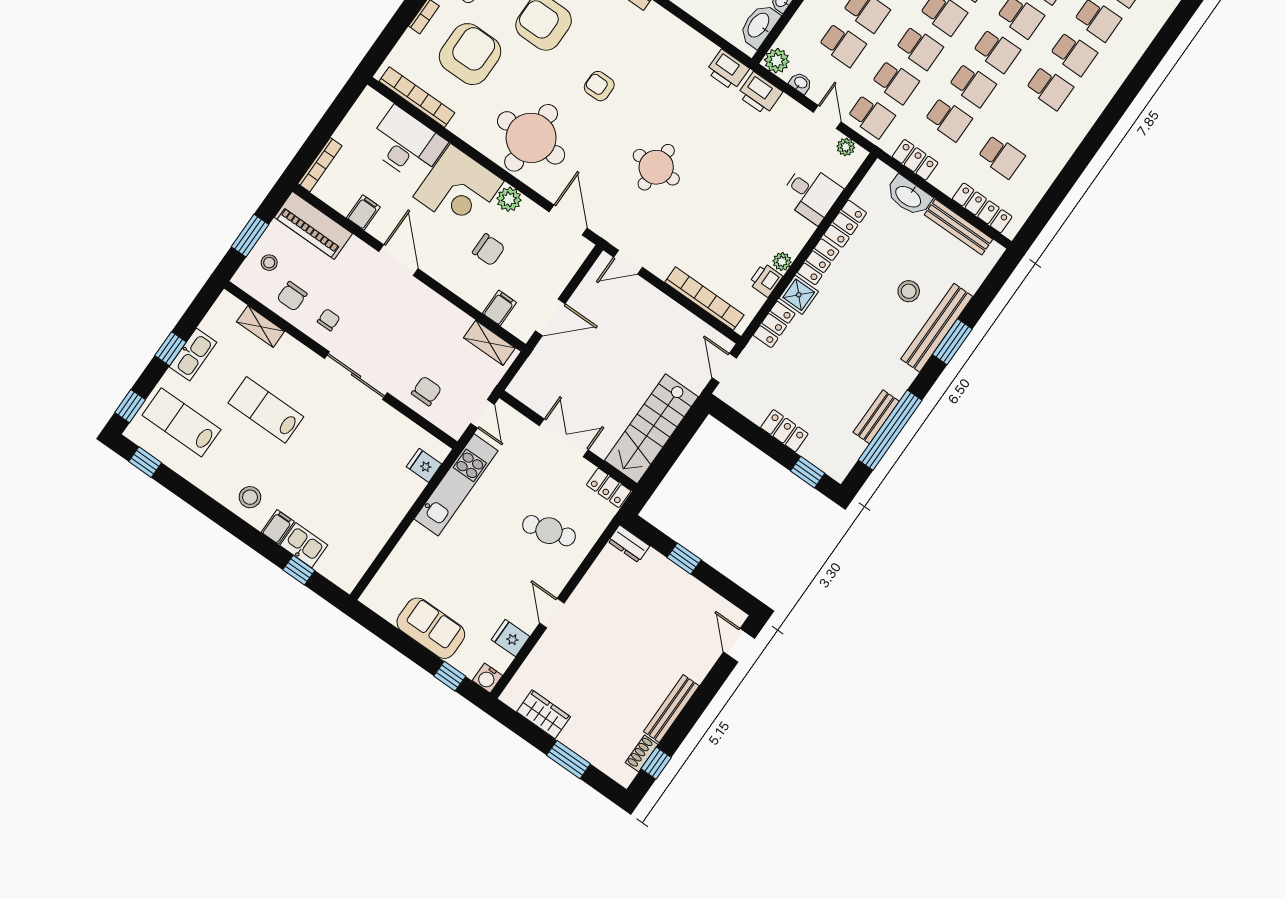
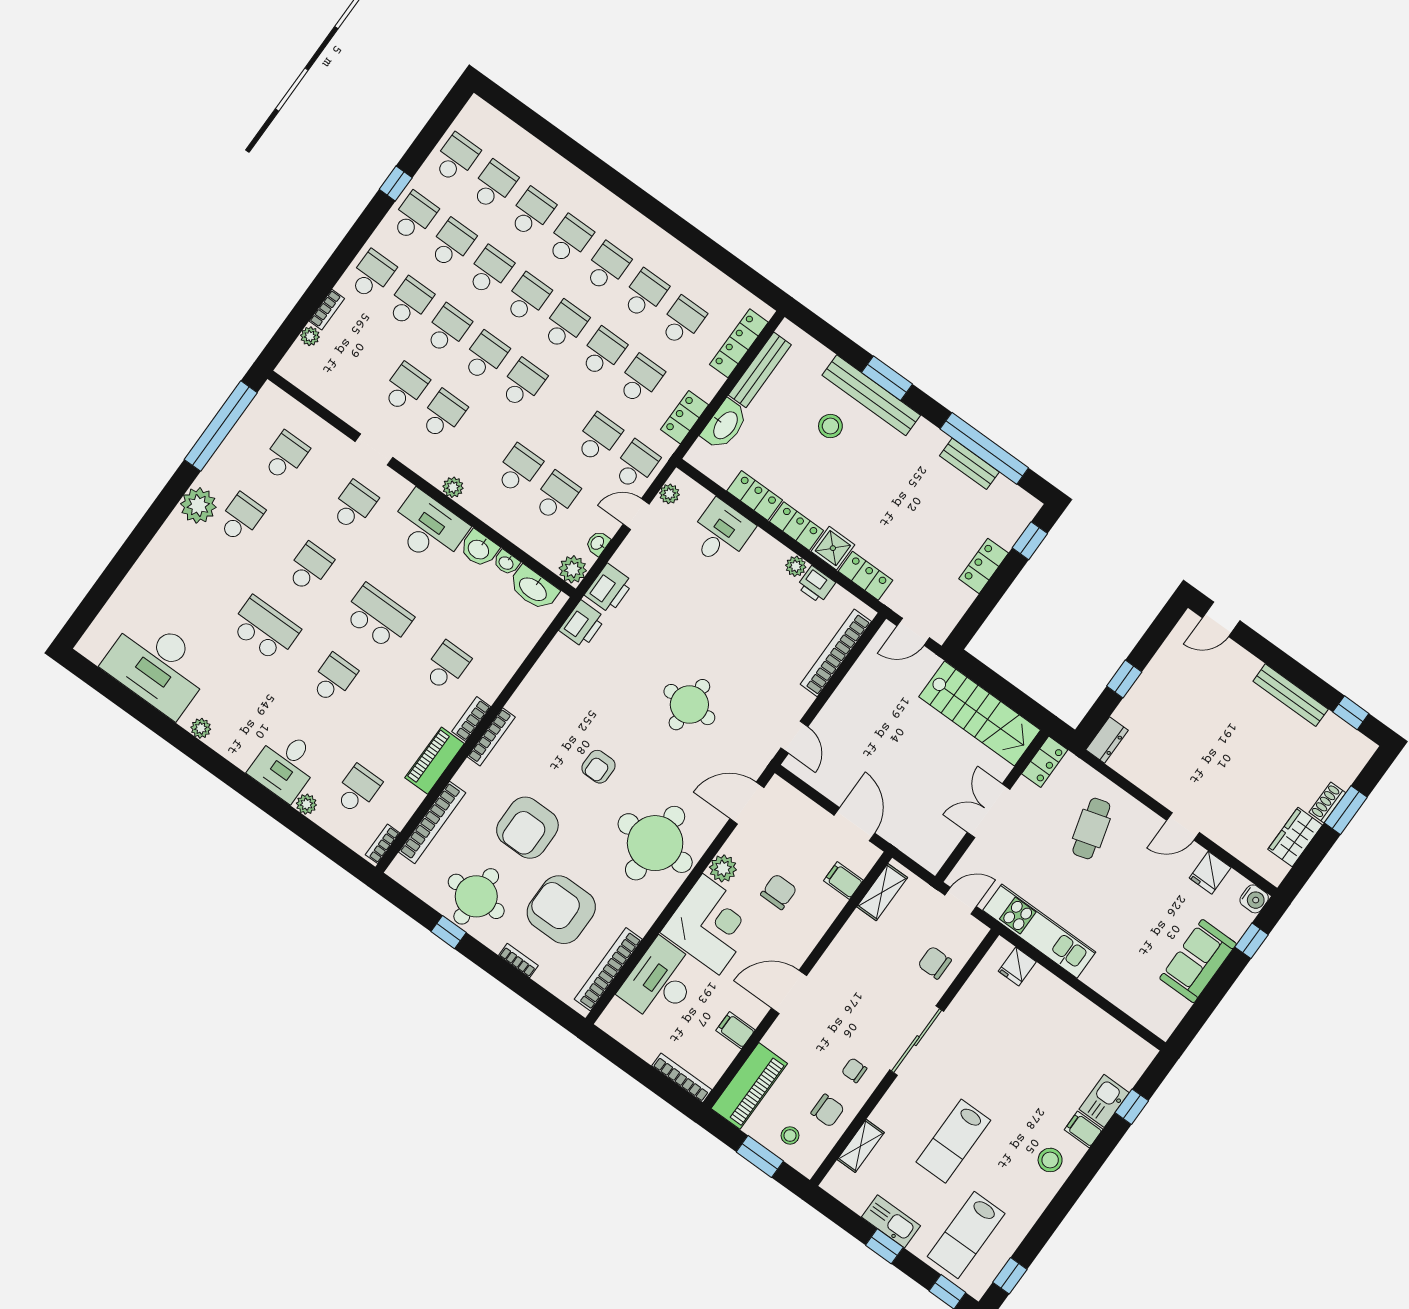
school desk: (919, 48) -> (644, 294), moved
shoe rack: (642, 753) -> (1327, 803), moved, turned 90

